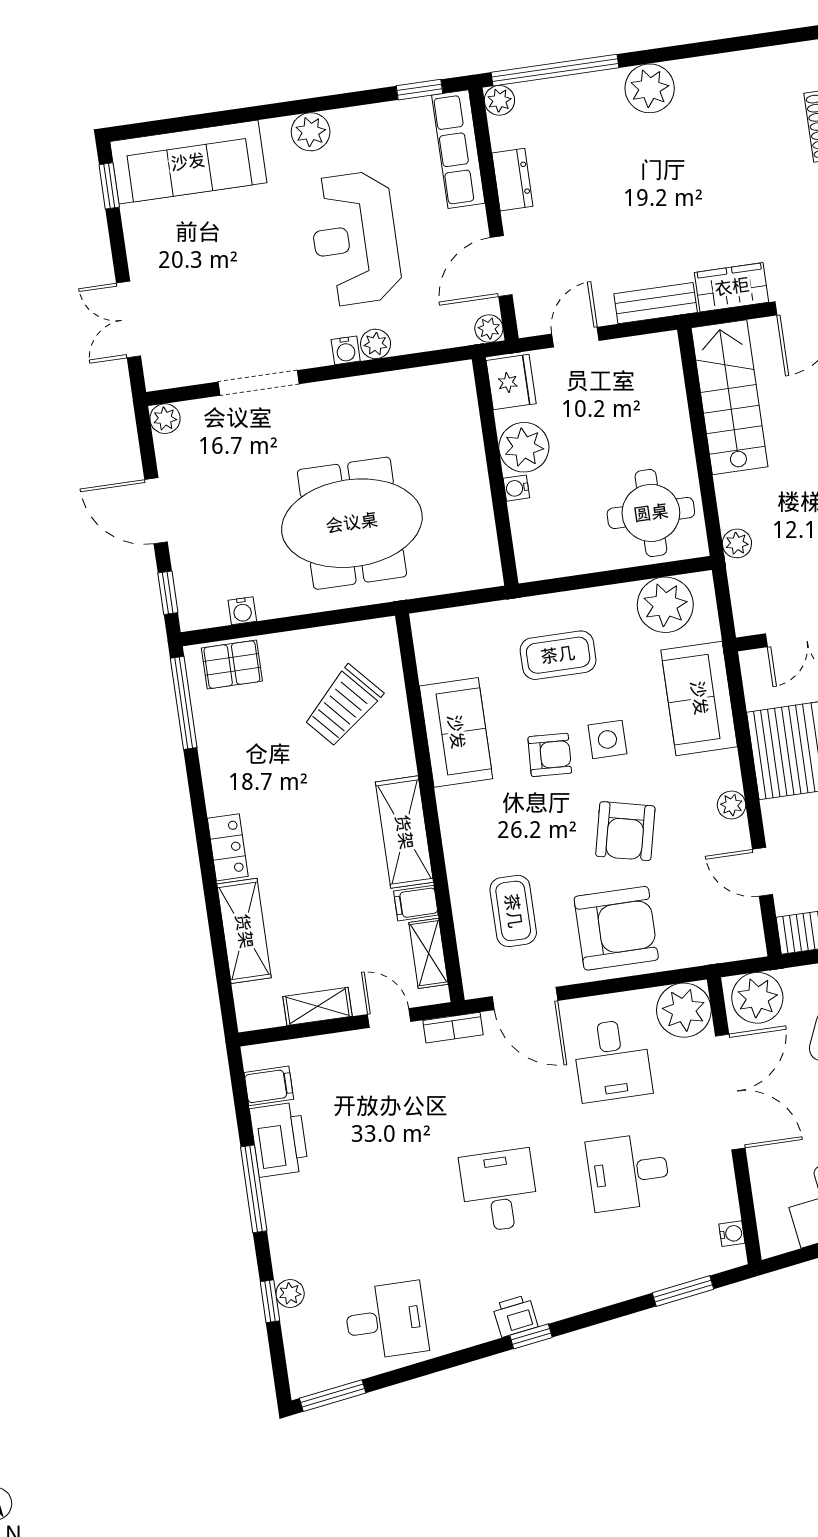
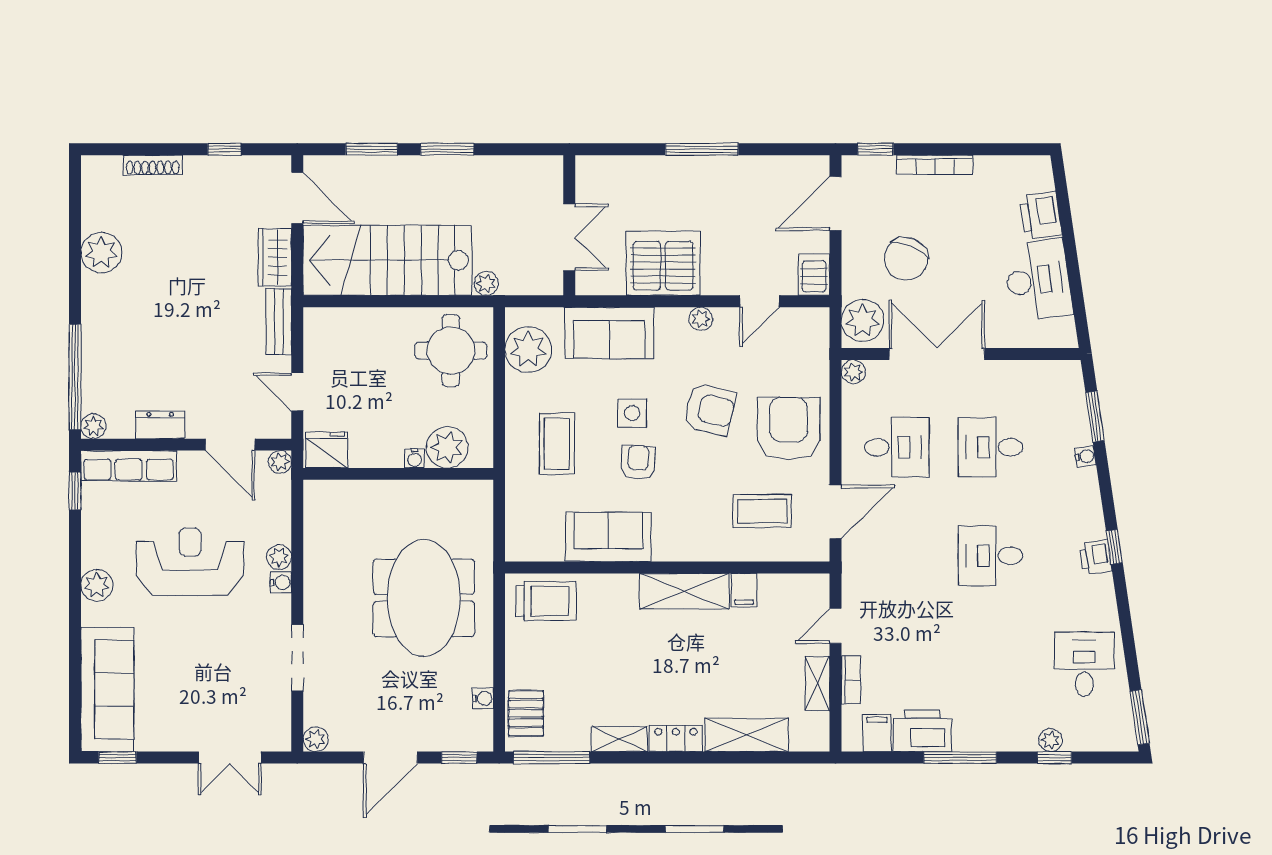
plant: (650, 88) -> (101, 253), moved
reception desk: (355, 239) -> (190, 562), turned 180
stairs: (730, 397) -> (387, 260), width x1.36, depth x1.51
plant: (524, 447) -> (447, 447), moved
trolley: (343, 706) -> (546, 601), moved, turned -48
shelving: (428, 953) -> (619, 739), moved
plant: (684, 1010) -> (853, 372), width x0.53, depth x0.53
bookcase: (453, 1028) -> (851, 680), moved
desk: (628, 1172) -> (991, 447), turned 90
water cooler: (732, 1234) -> (1085, 456), moved, turned 82

